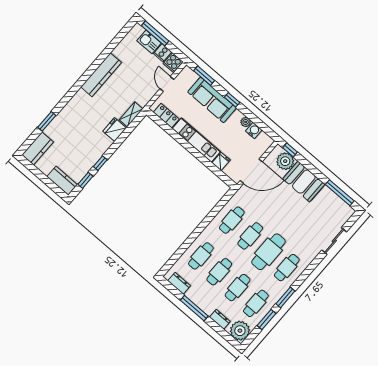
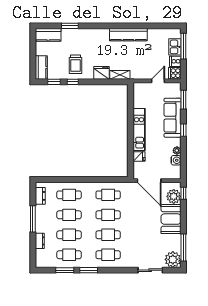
locker: (166, 116) -> (138, 98), removed
trolley: (86, 147) -> (76, 64), added
cafe table: (268, 252) -> (108, 235), width x0.73, depth x0.74
plant: (240, 331) -> (173, 259), moved

